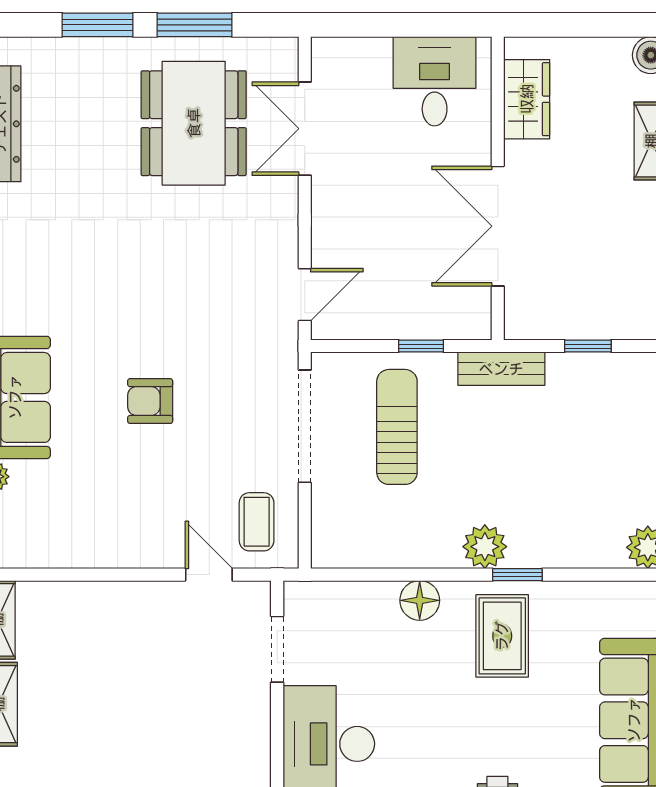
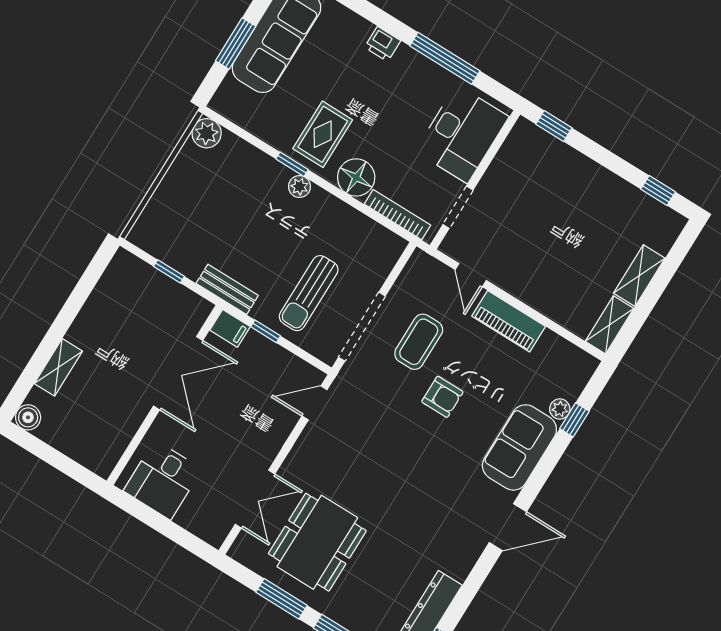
wardrobe: (527, 99) -> (116, 436), removed
filing cabinet: (468, 322) -> (230, 328), added
coffee table: (257, 522) -> (419, 342), moved, width x1.36, depth x1.30
piano: (126, 546) -> (509, 321), added
plant: (485, 547) -> (299, 187), width x0.73, depth x0.73
bookcase: (347, 593) -> (397, 215), added
floor lamp: (420, 600) -> (356, 177), width x1.38, depth x1.38

